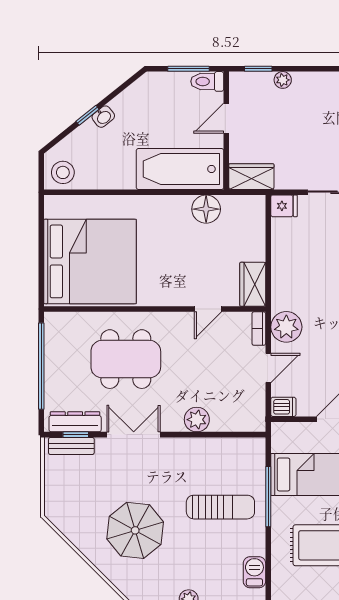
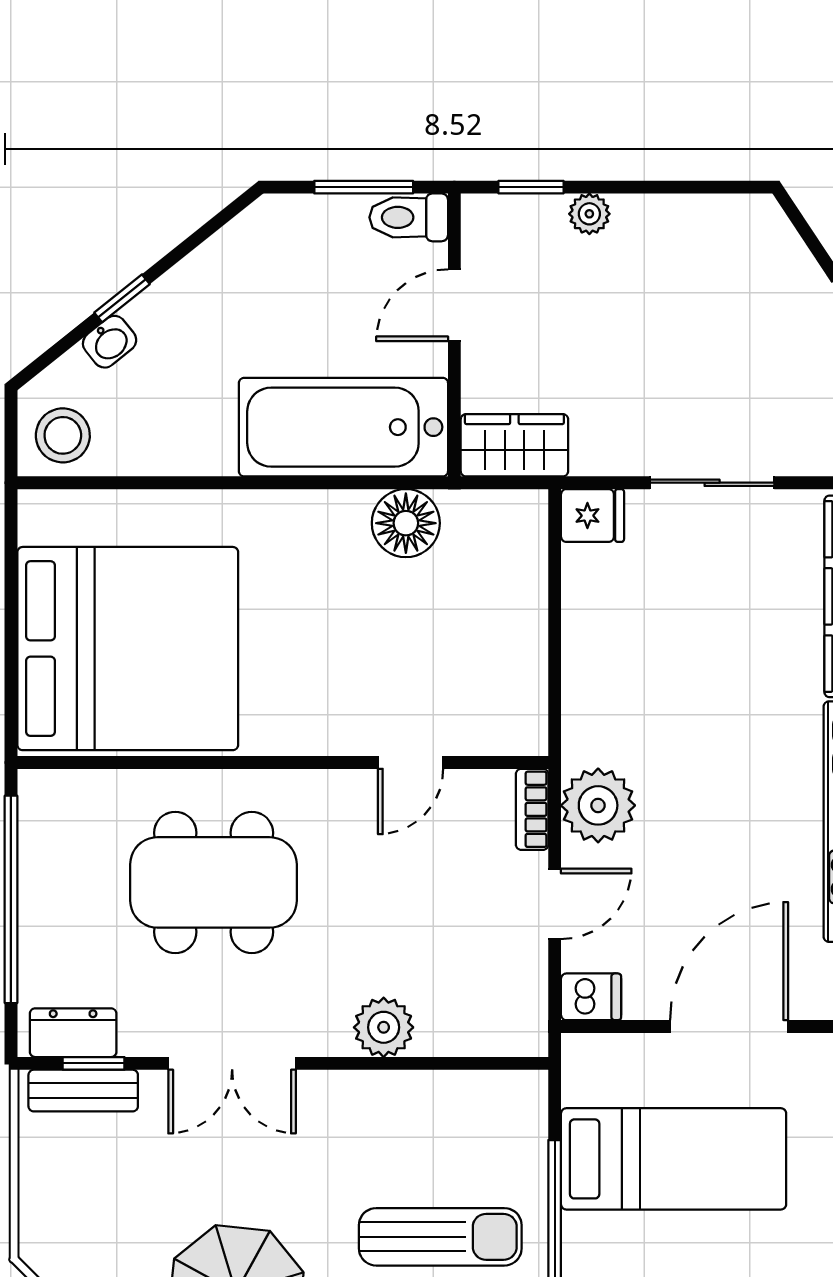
washbasin: (103, 117) -> (110, 342), moved
wardrobe: (253, 284) -> (518, 703), removed
dresser: (75, 422) -> (73, 1033), width x0.70
double door: (134, 435) -> (232, 1063), swing flipped

